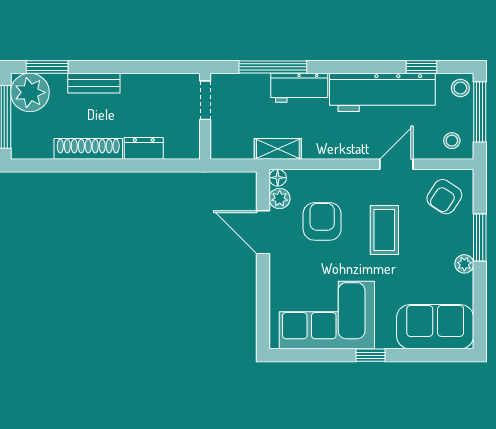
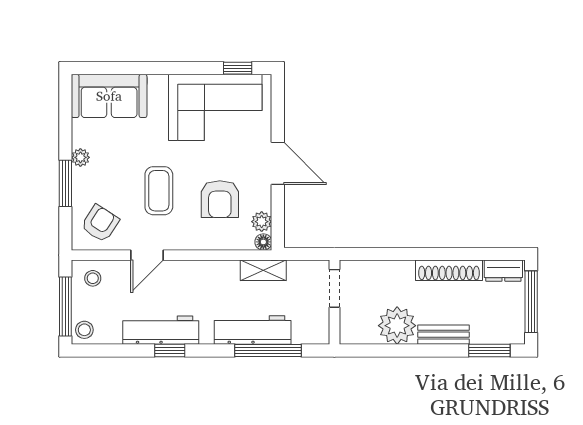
window: (422, 67) -> (170, 350), moved
workbench: (299, 88) -> (253, 330), width x1.38
plant: (30, 92) -> (397, 326), moved
workbench: (382, 92) -> (161, 330), width x0.73, depth x0.76
doorway: (205, 100) -> (334, 288), moved
dresser: (144, 148) -> (503, 271), moved
door: (263, 232) -> (278, 163), moved
window: (371, 355) -> (238, 68), moved

